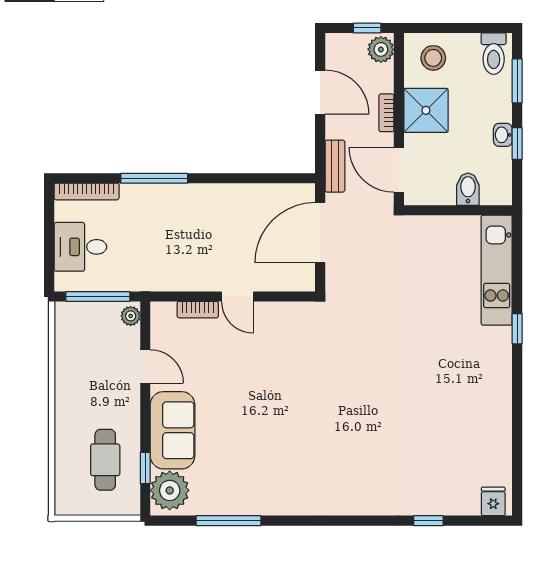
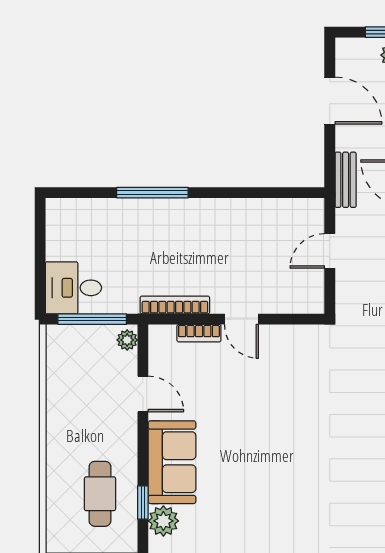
bookcase: (87, 191) -> (175, 305), moved, turned 180
door: (320, 233) -> (330, 251), width x0.53
desk: (80, 247) -> (73, 288), moved
plant: (170, 490) -> (163, 521), width x0.73, depth x0.73

